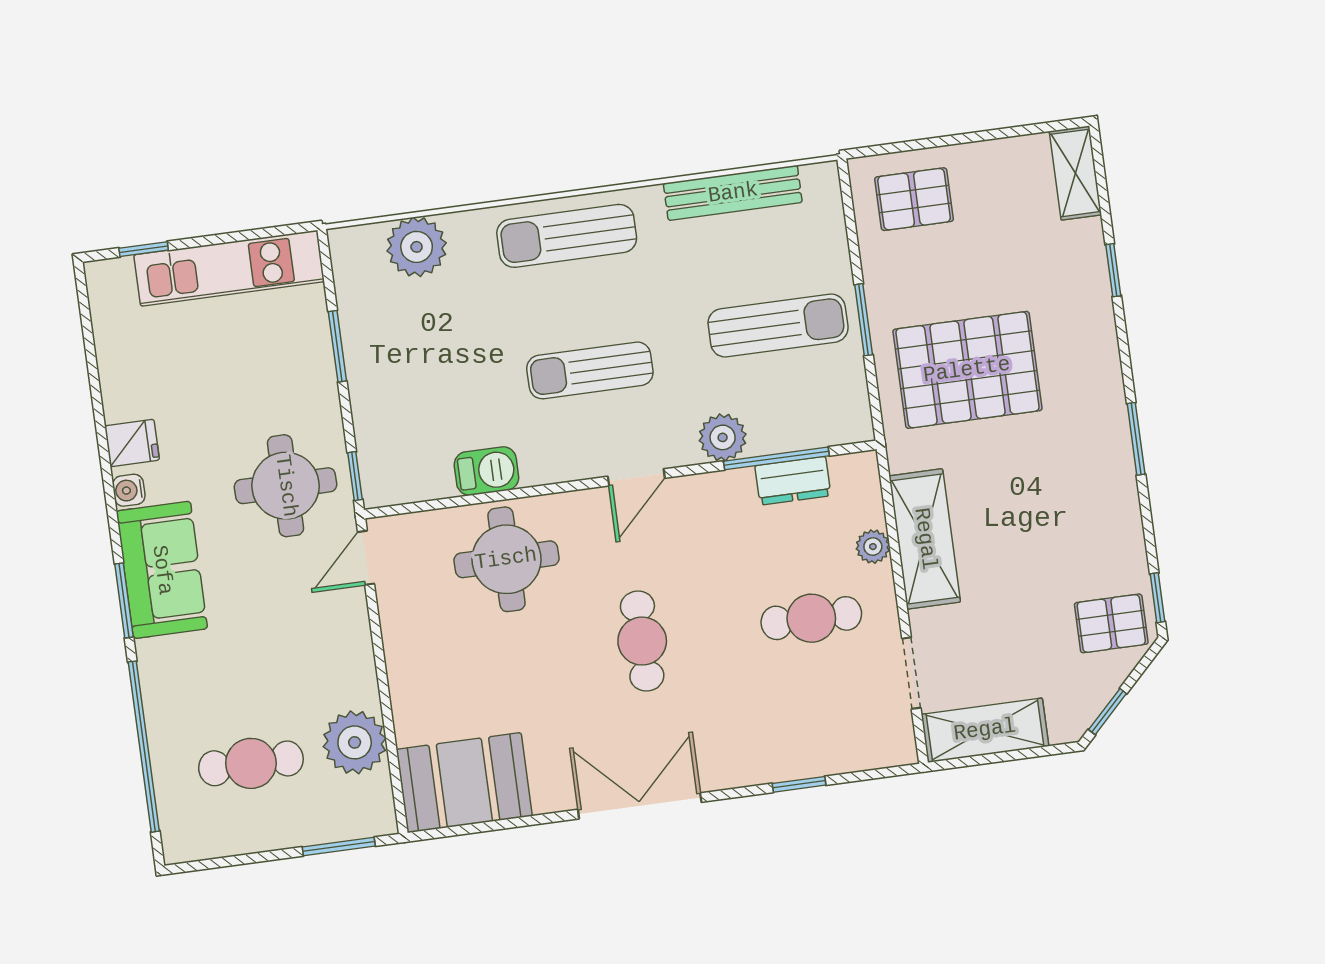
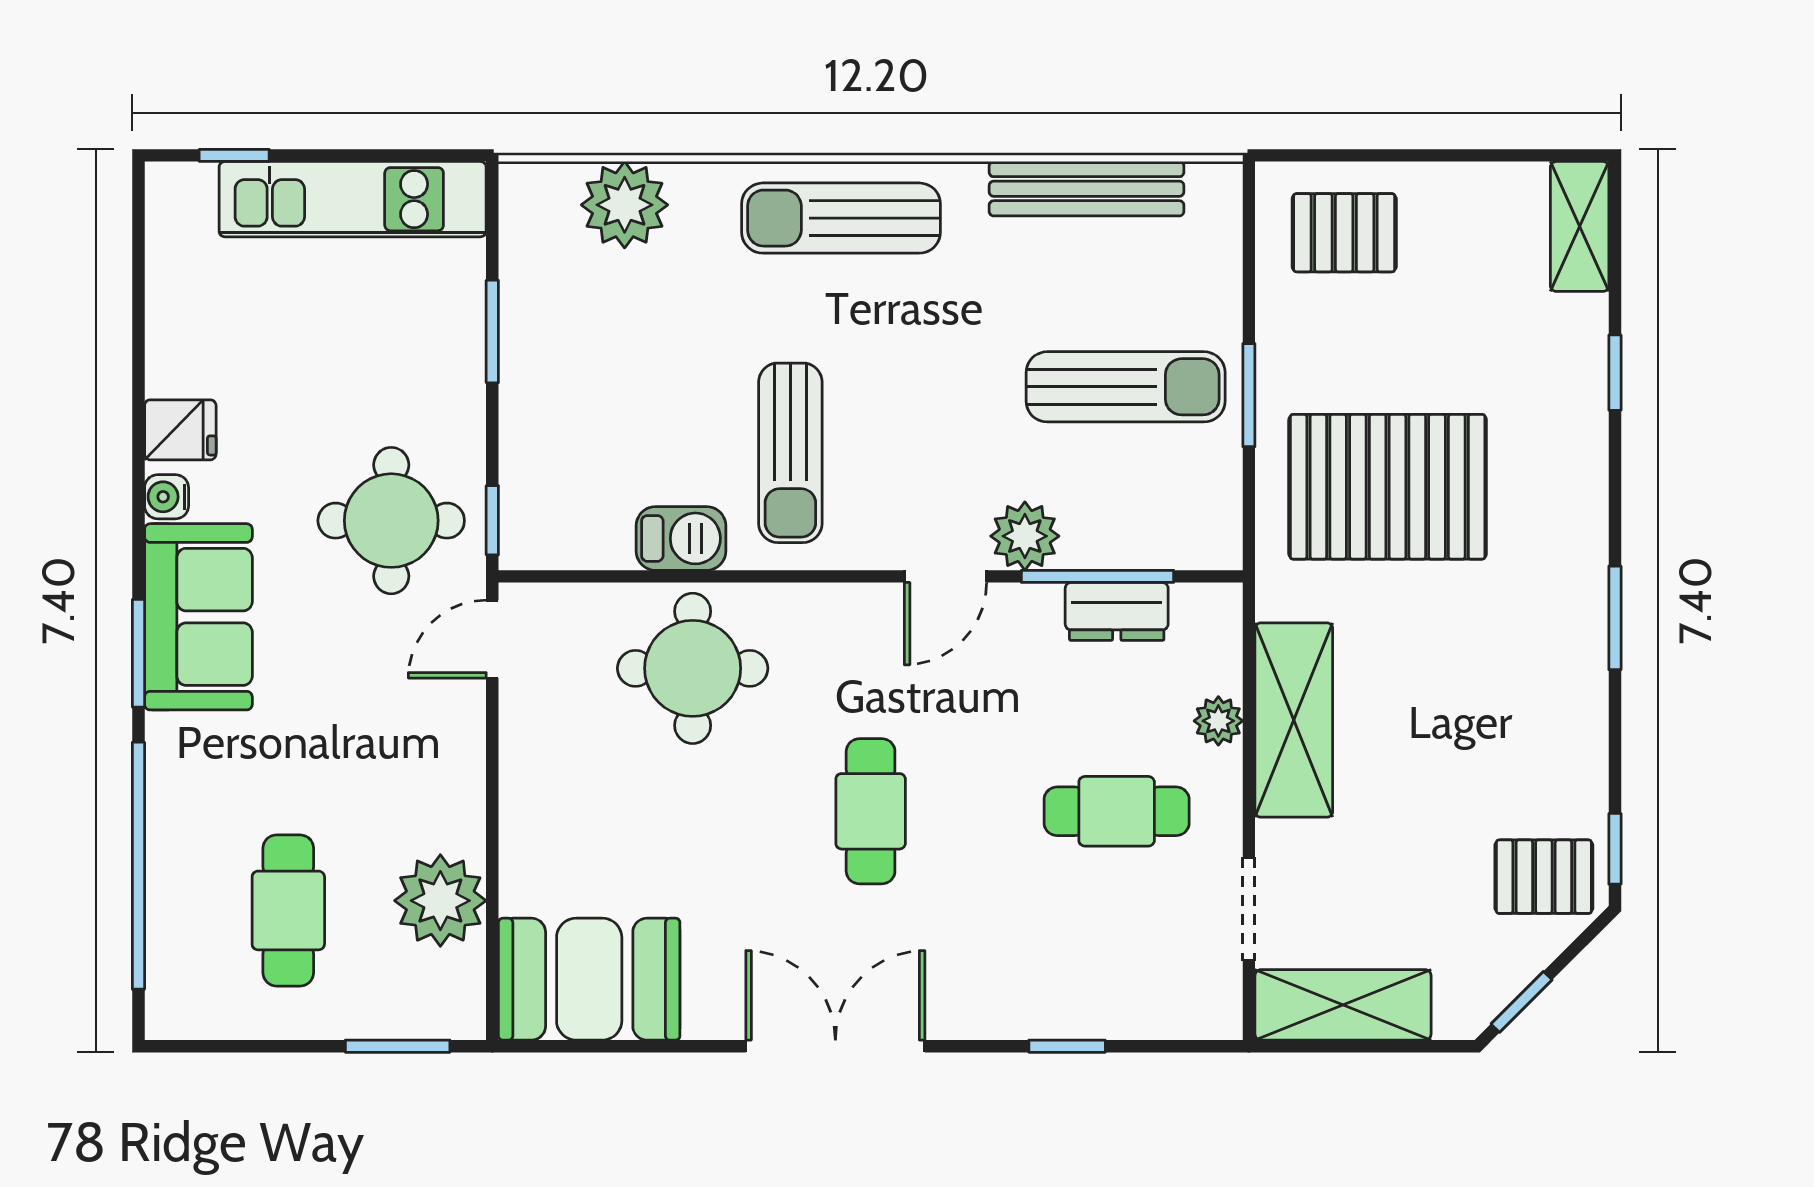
sun lounger: (590, 370) -> (790, 453), moved, turned -90
door: (636, 477) -> (946, 576), moved
cafe table: (251, 763) -> (288, 910), turned 90

